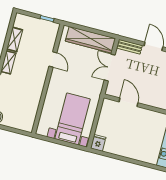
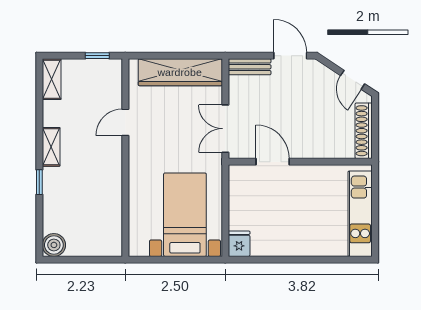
shelving: (15, 39) -> (52, 79), moved
door: (53, 59) -> (125, 122), swing flipped
double door: (110, 68) -> (225, 129), moved

